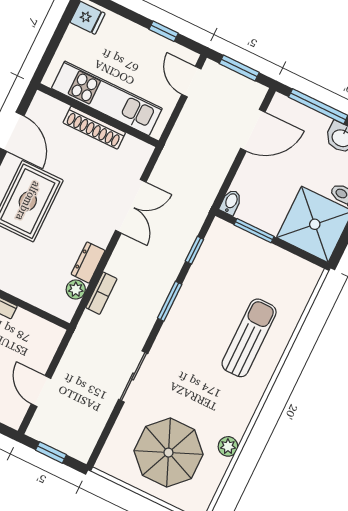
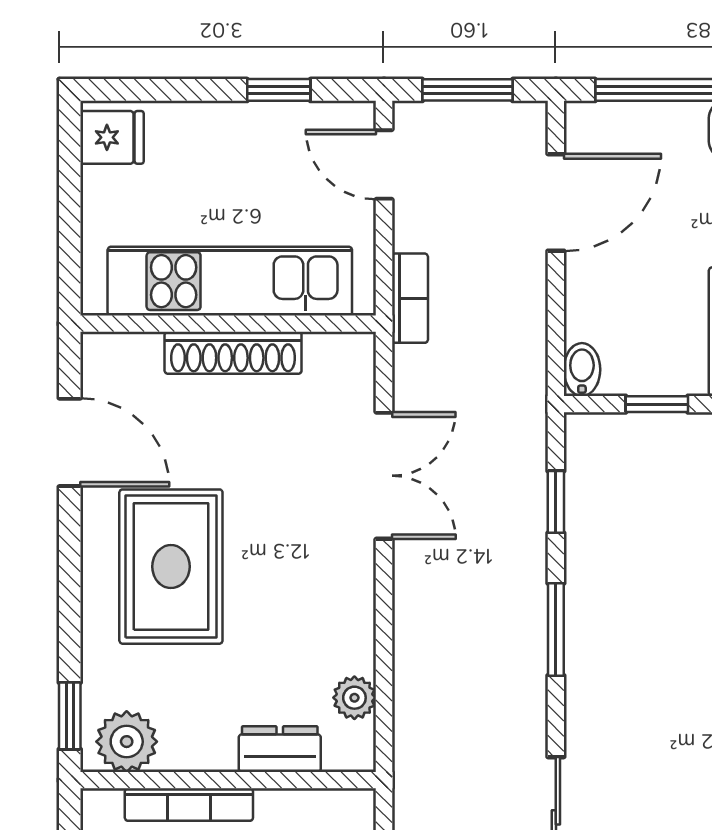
window: (254, 231) -> (657, 404), width x0.67
dresser: (88, 262) -> (280, 749), moved, turned 90
bookcase: (101, 293) -> (410, 298), moved

